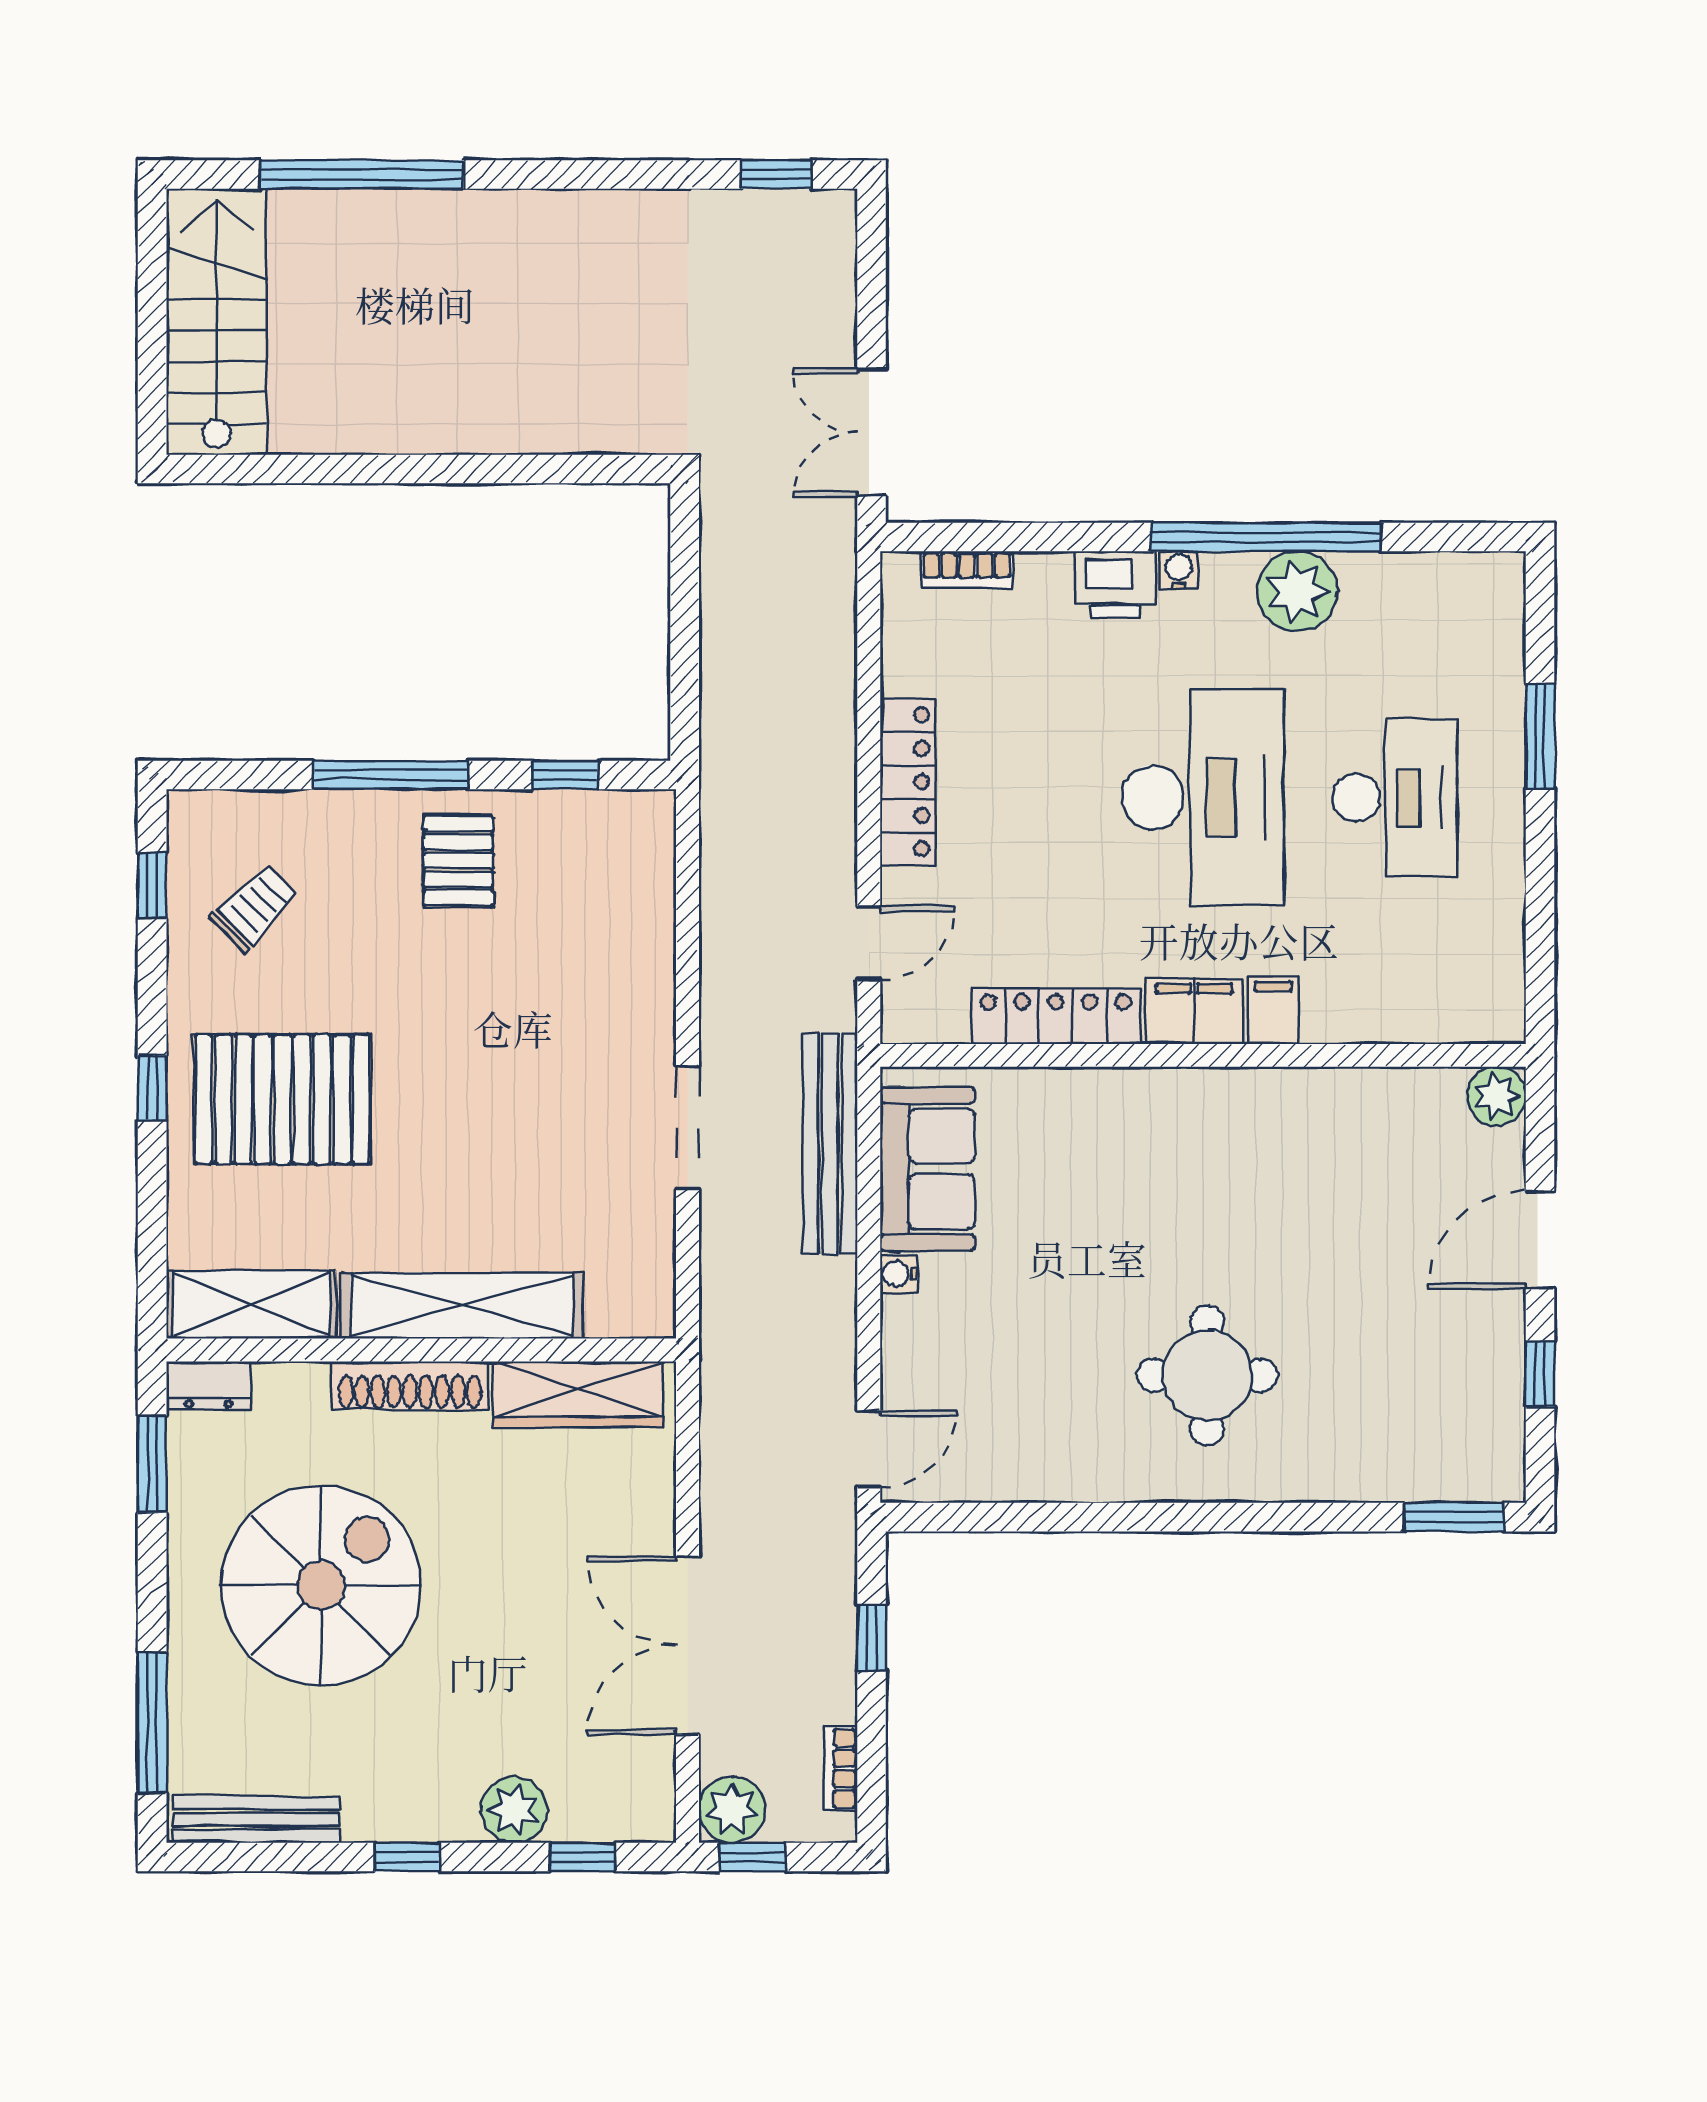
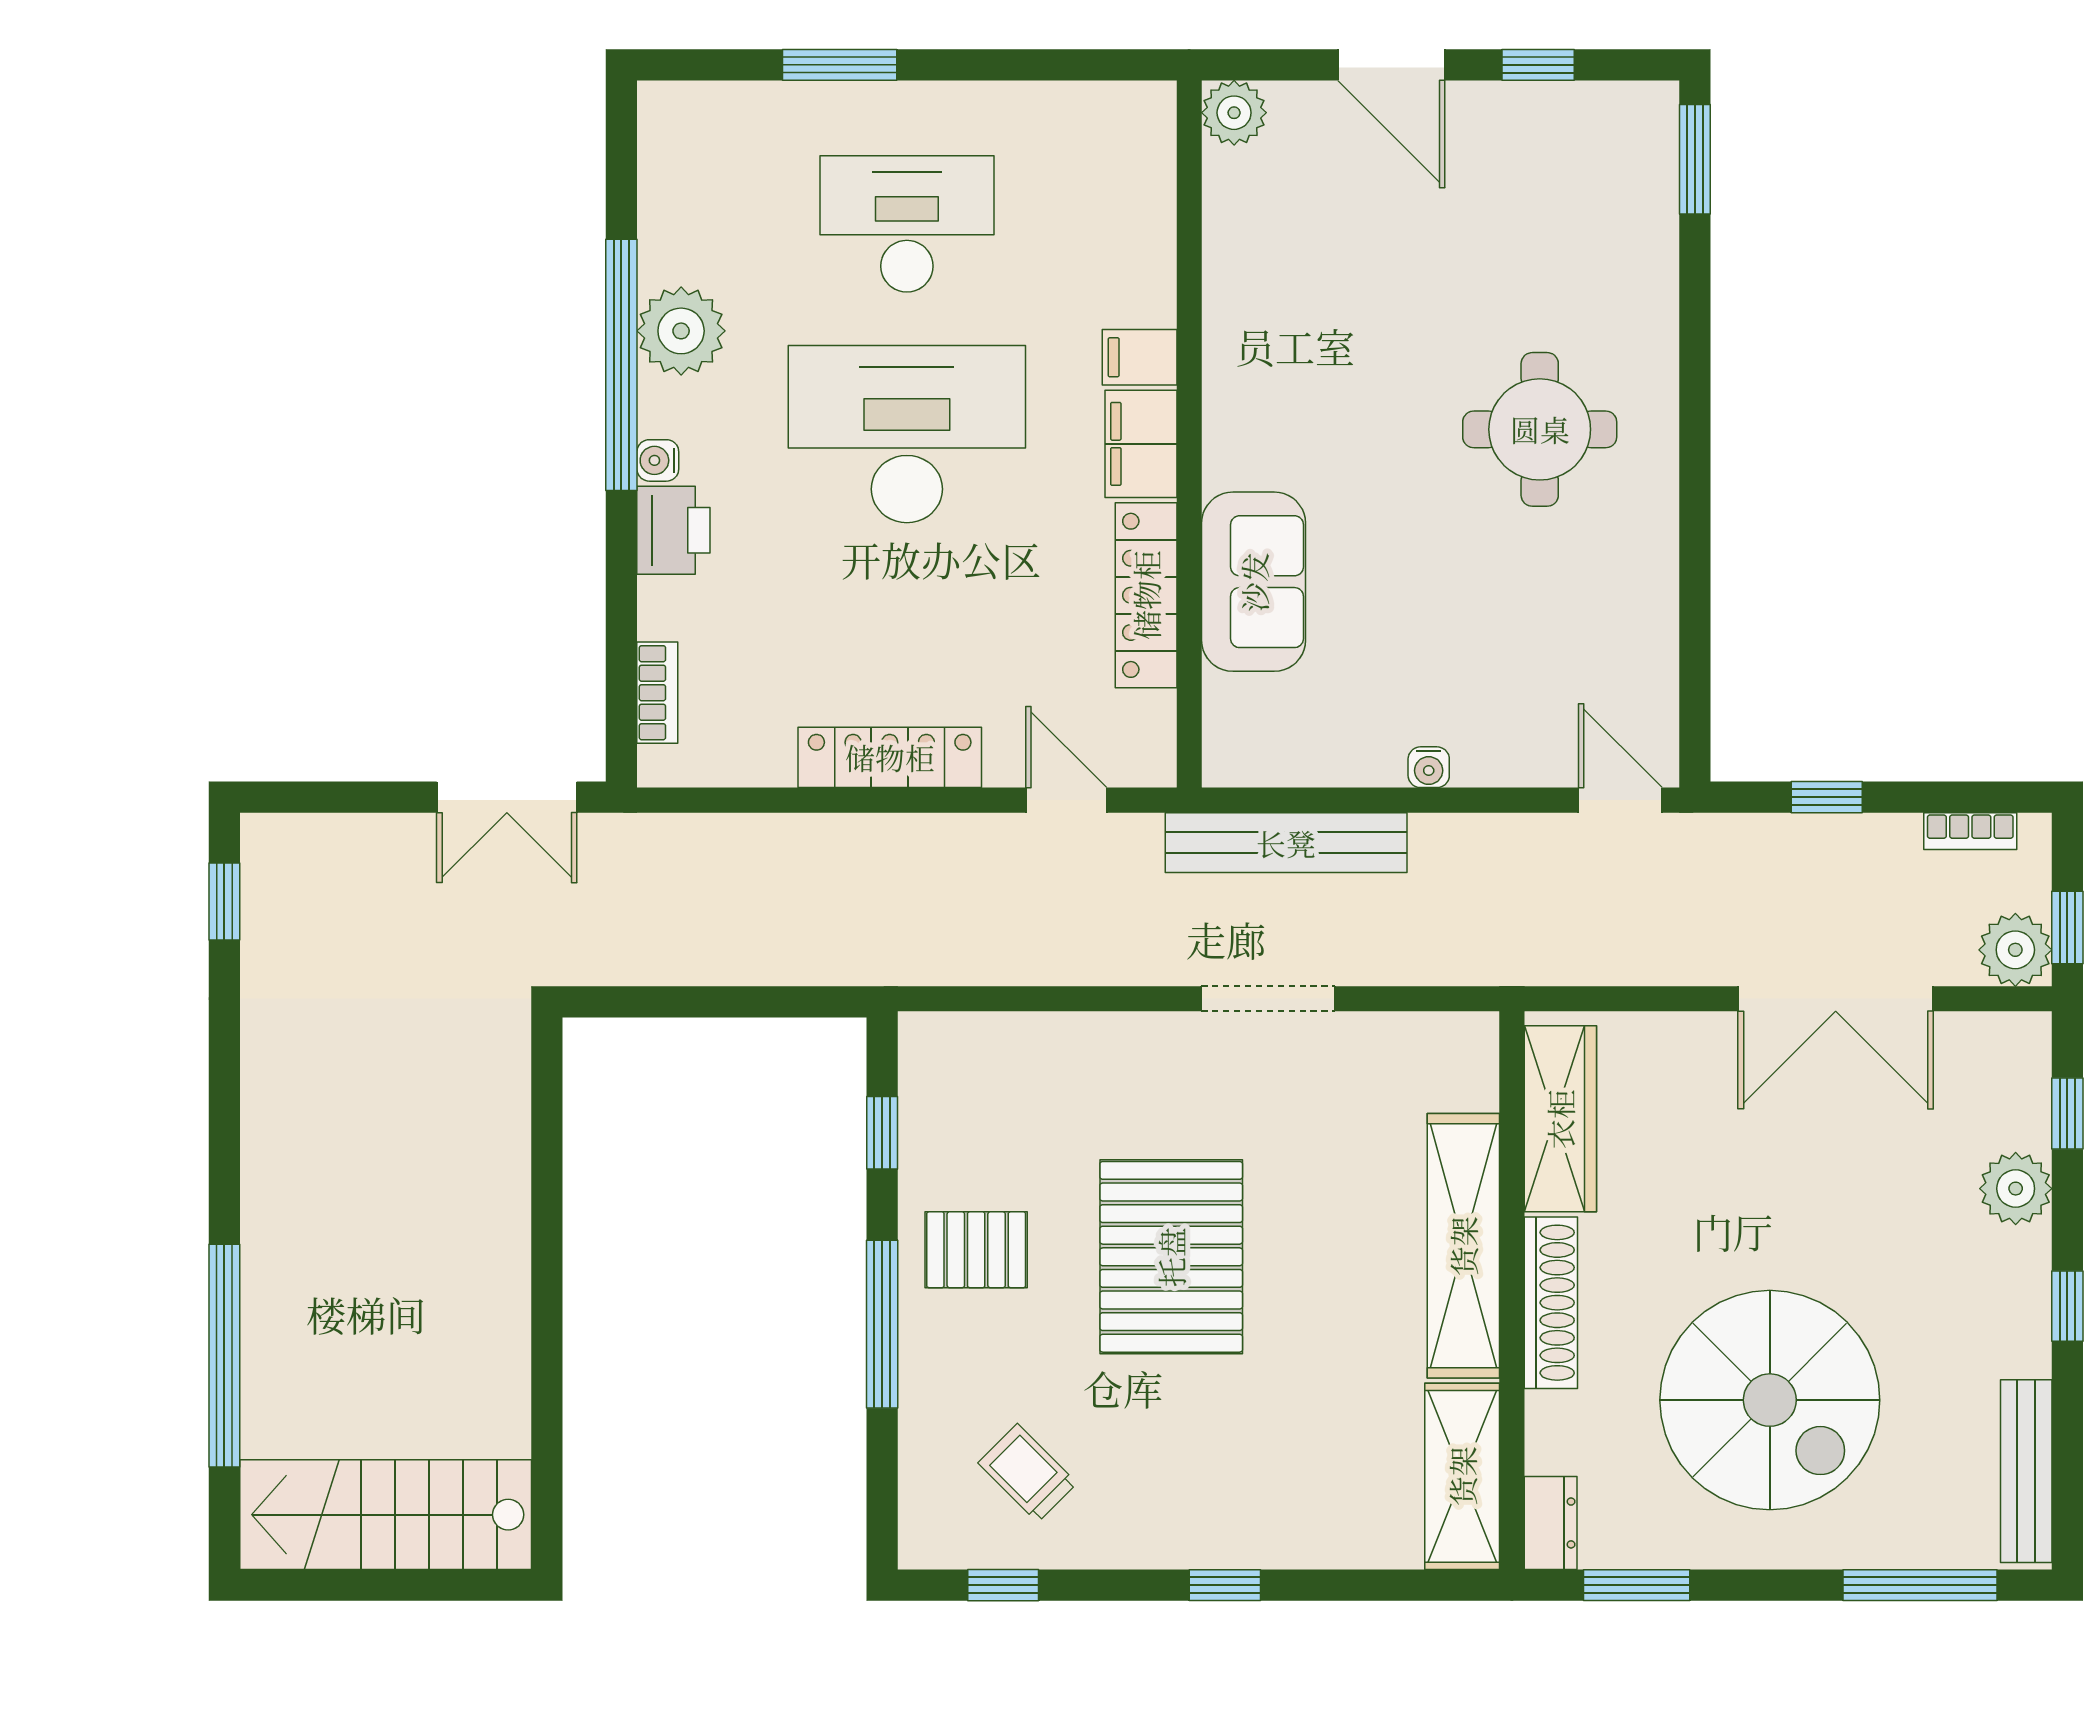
pallet: (283, 1099) -> (1171, 1257), moved
sofa: (927, 1169) -> (1254, 582), moved, turned 90
spiral stairs: (321, 1585) -> (1770, 1400), turned 180

